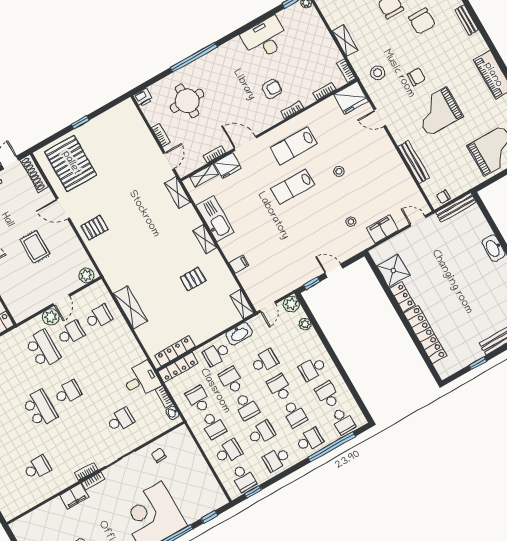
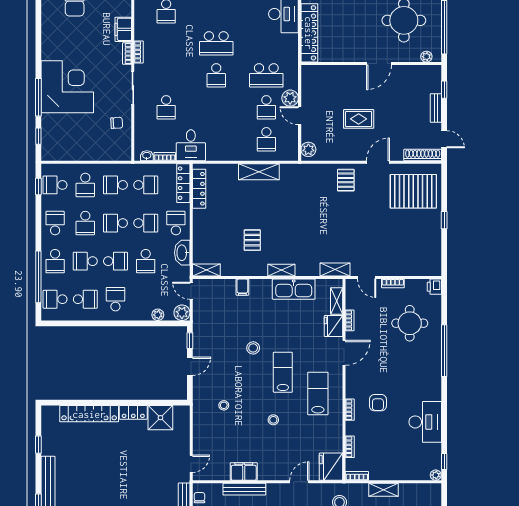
stool: (287, 225) -> (253, 348), added
filing cabinet: (382, 229) -> (244, 472), moved, turned -90

